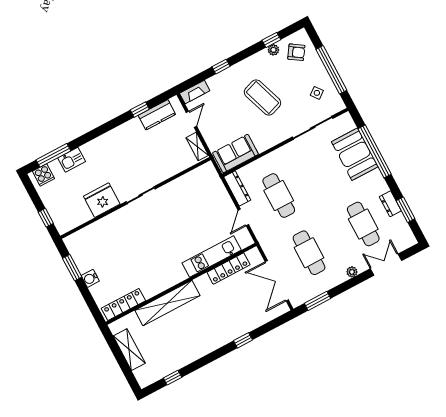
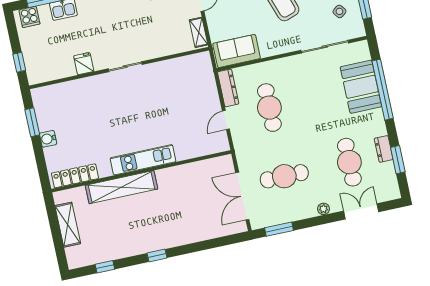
fridge: (102, 200) -> (84, 64), width x0.53, depth x0.75
cafe table: (309, 253) -> (284, 176), turned 90
kitchen unit: (212, 256) -> (143, 160), moved
locker: (228, 268) -> (195, 169), removed
window: (243, 340) -> (157, 255), moved

